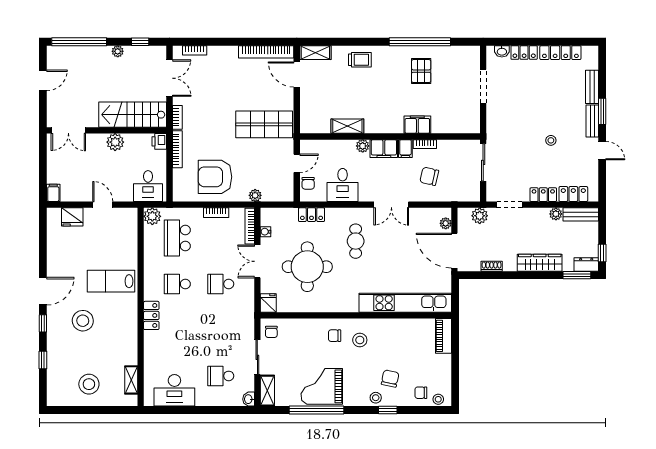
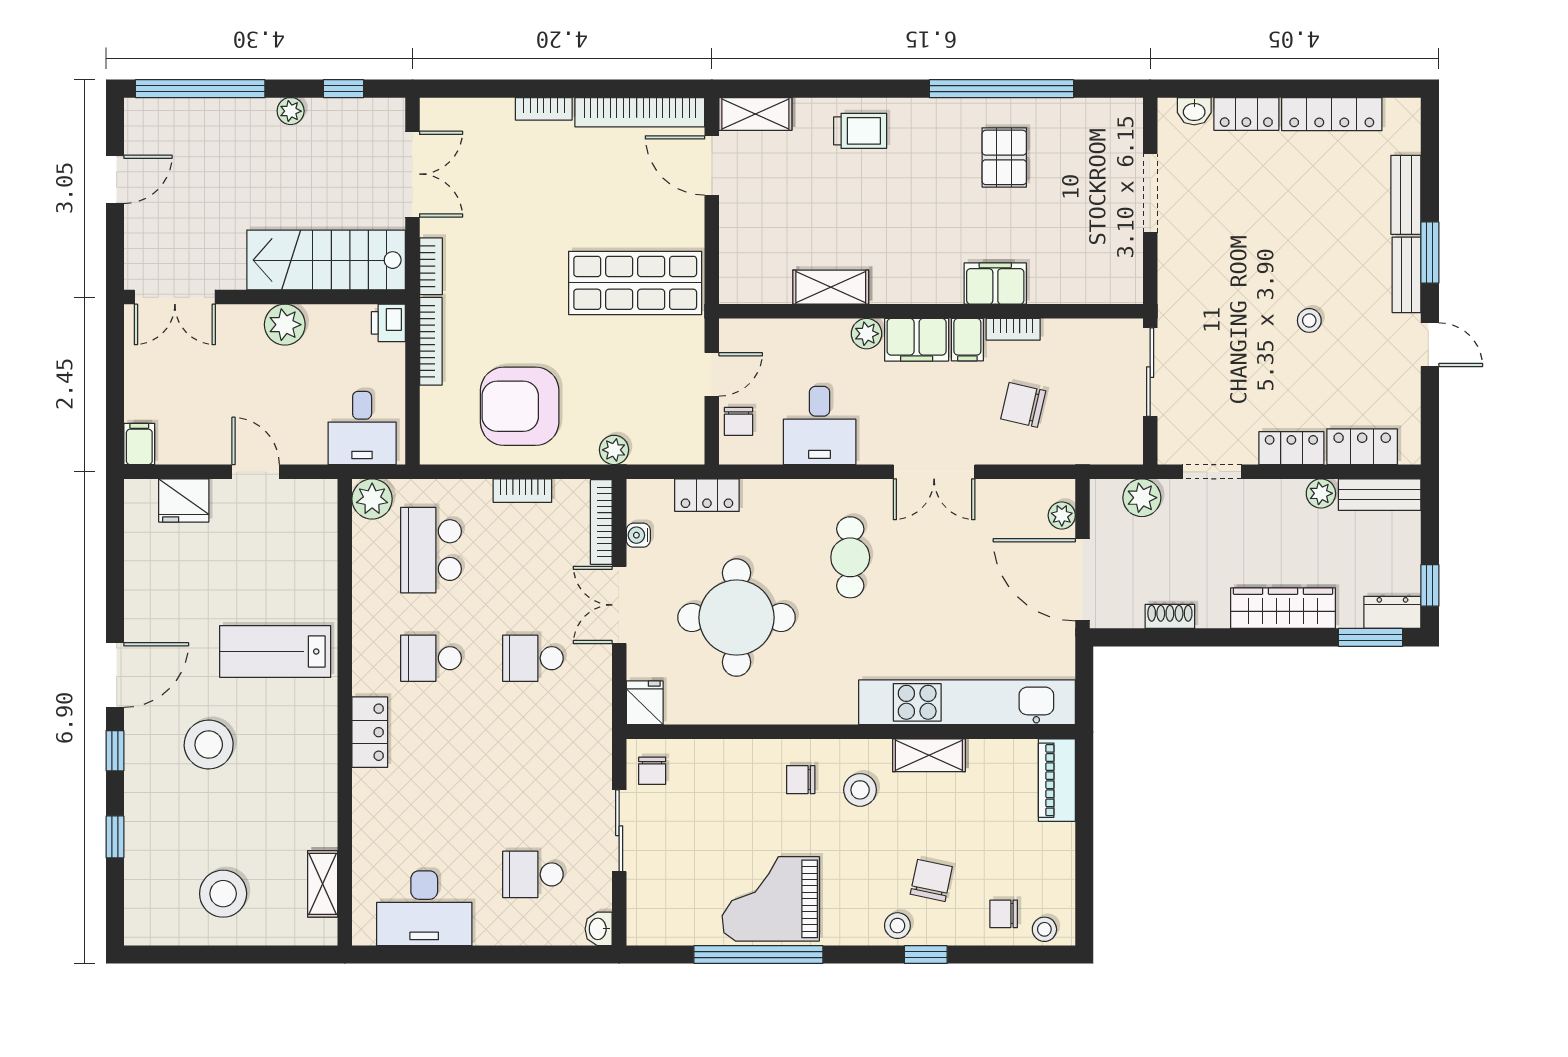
bookcase: (195, 50) -> (544, 109), moved
locker: (312, 215) -> (707, 495), moved
shelving: (267, 391) -> (929, 755), moved, turned 90

